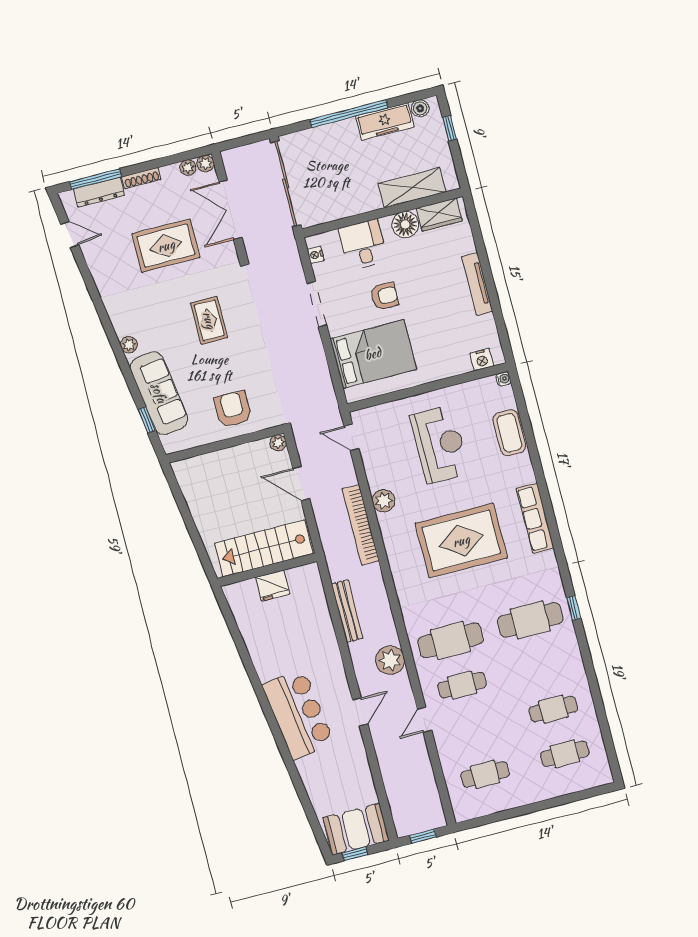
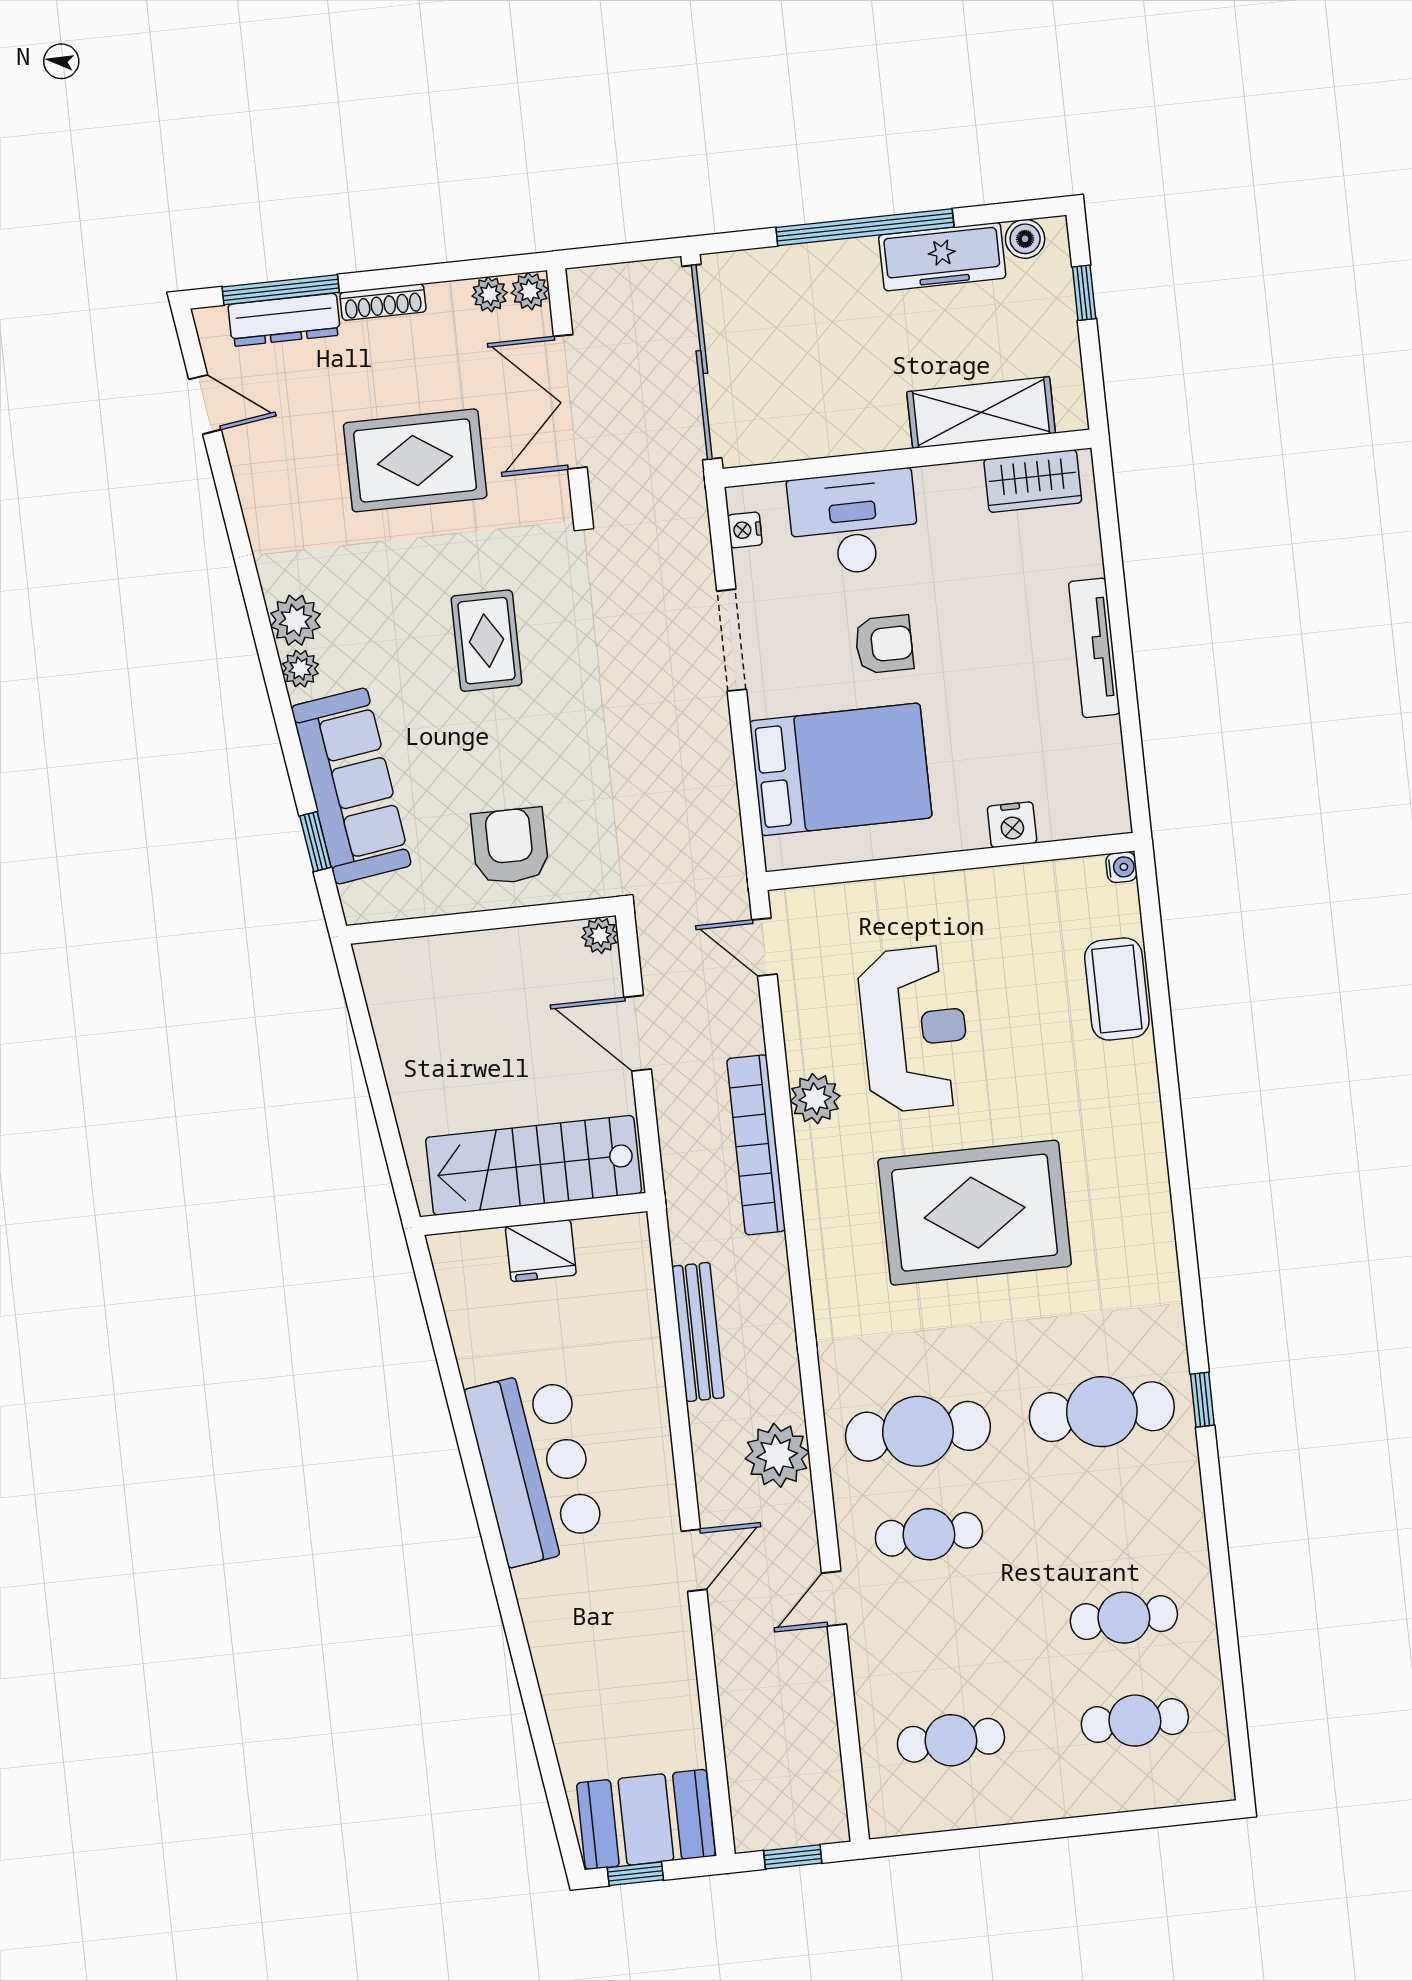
floor lamp: (405, 224) -> (954, 492), removed
desk: (363, 245) -> (854, 523), width x1.37
plant: (124, 324) -> (295, 620), added
nightstand: (482, 360) -> (1012, 825), moved
reception desk: (440, 444) -> (914, 1029), moved
row of seats: (535, 518) -> (1146, 1187), removed
bar counter: (298, 714) -> (536, 1467), moved

